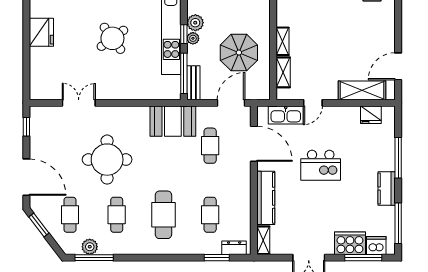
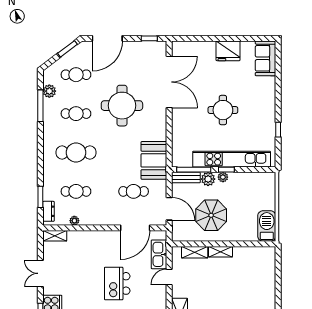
plant: (195, 23) -> (208, 179), moved
round table: (112, 38) -> (223, 110), turned 36
double door: (79, 103) -> (169, 82), width x1.87
door: (313, 103) -> (169, 277), hinge flipped
kitchen counter: (266, 198) -> (90, 238), removed
plant: (245, 217) -> (74, 221), added
window: (94, 258) -> (40, 106), moved

